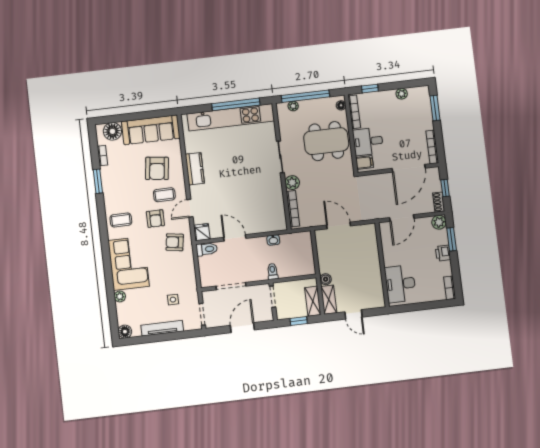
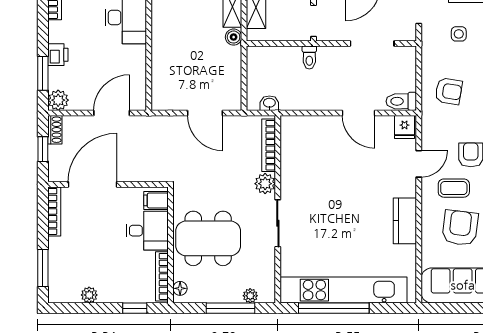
window: (305, 96) -> (231, 308), width x0.68
washbasin: (273, 240) -> (269, 103), moved
armchair: (175, 242) -> (449, 91), moved

